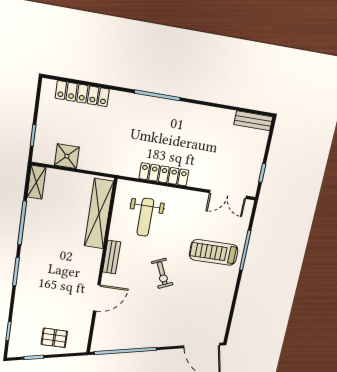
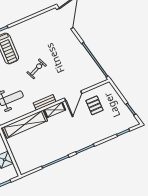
shelving: (36, 182) -> (55, 110), moved
door: (97, 298) -> (73, 96), swing flipped
pallet: (54, 338) -> (94, 105), moved

